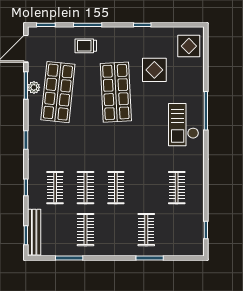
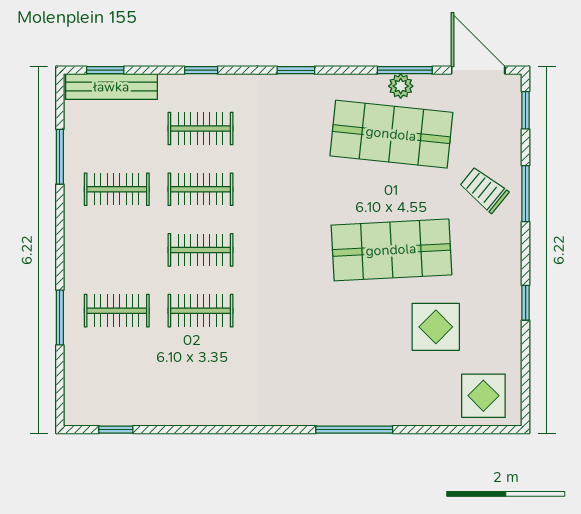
trolley: (86, 46) -> (484, 190), turned -51
checkout: (184, 125) -> (327, 385), removed
clothes rail: (177, 188) -> (200, 311), moved

